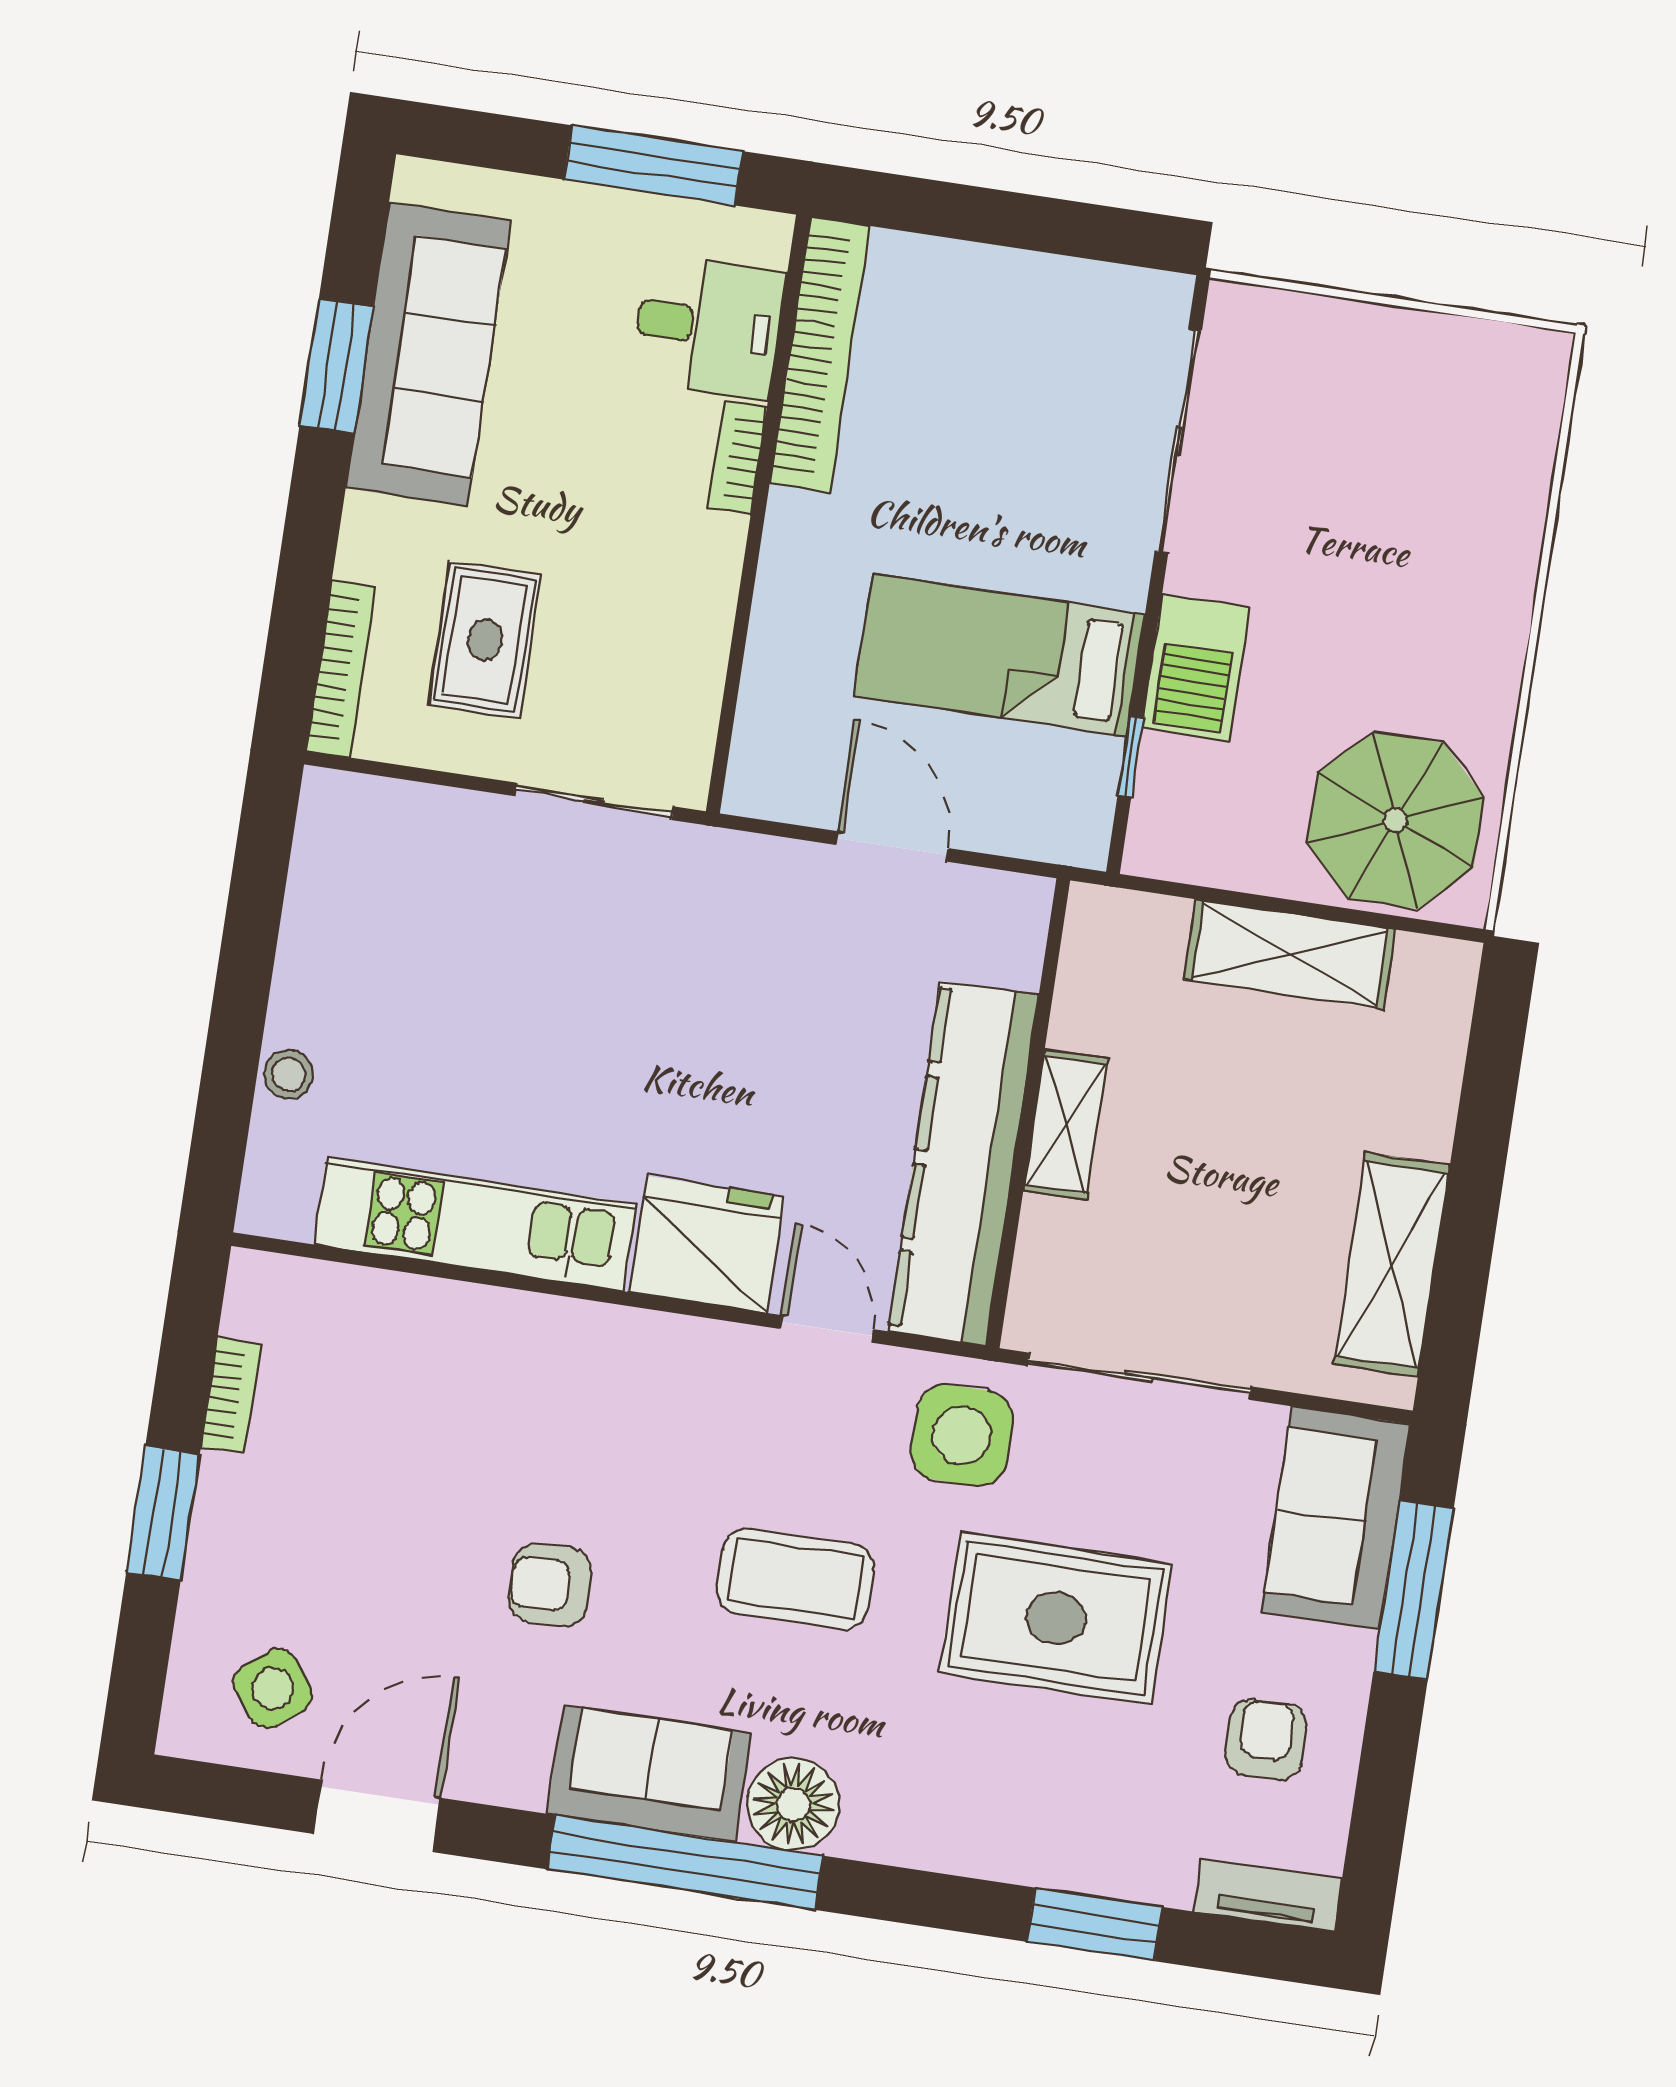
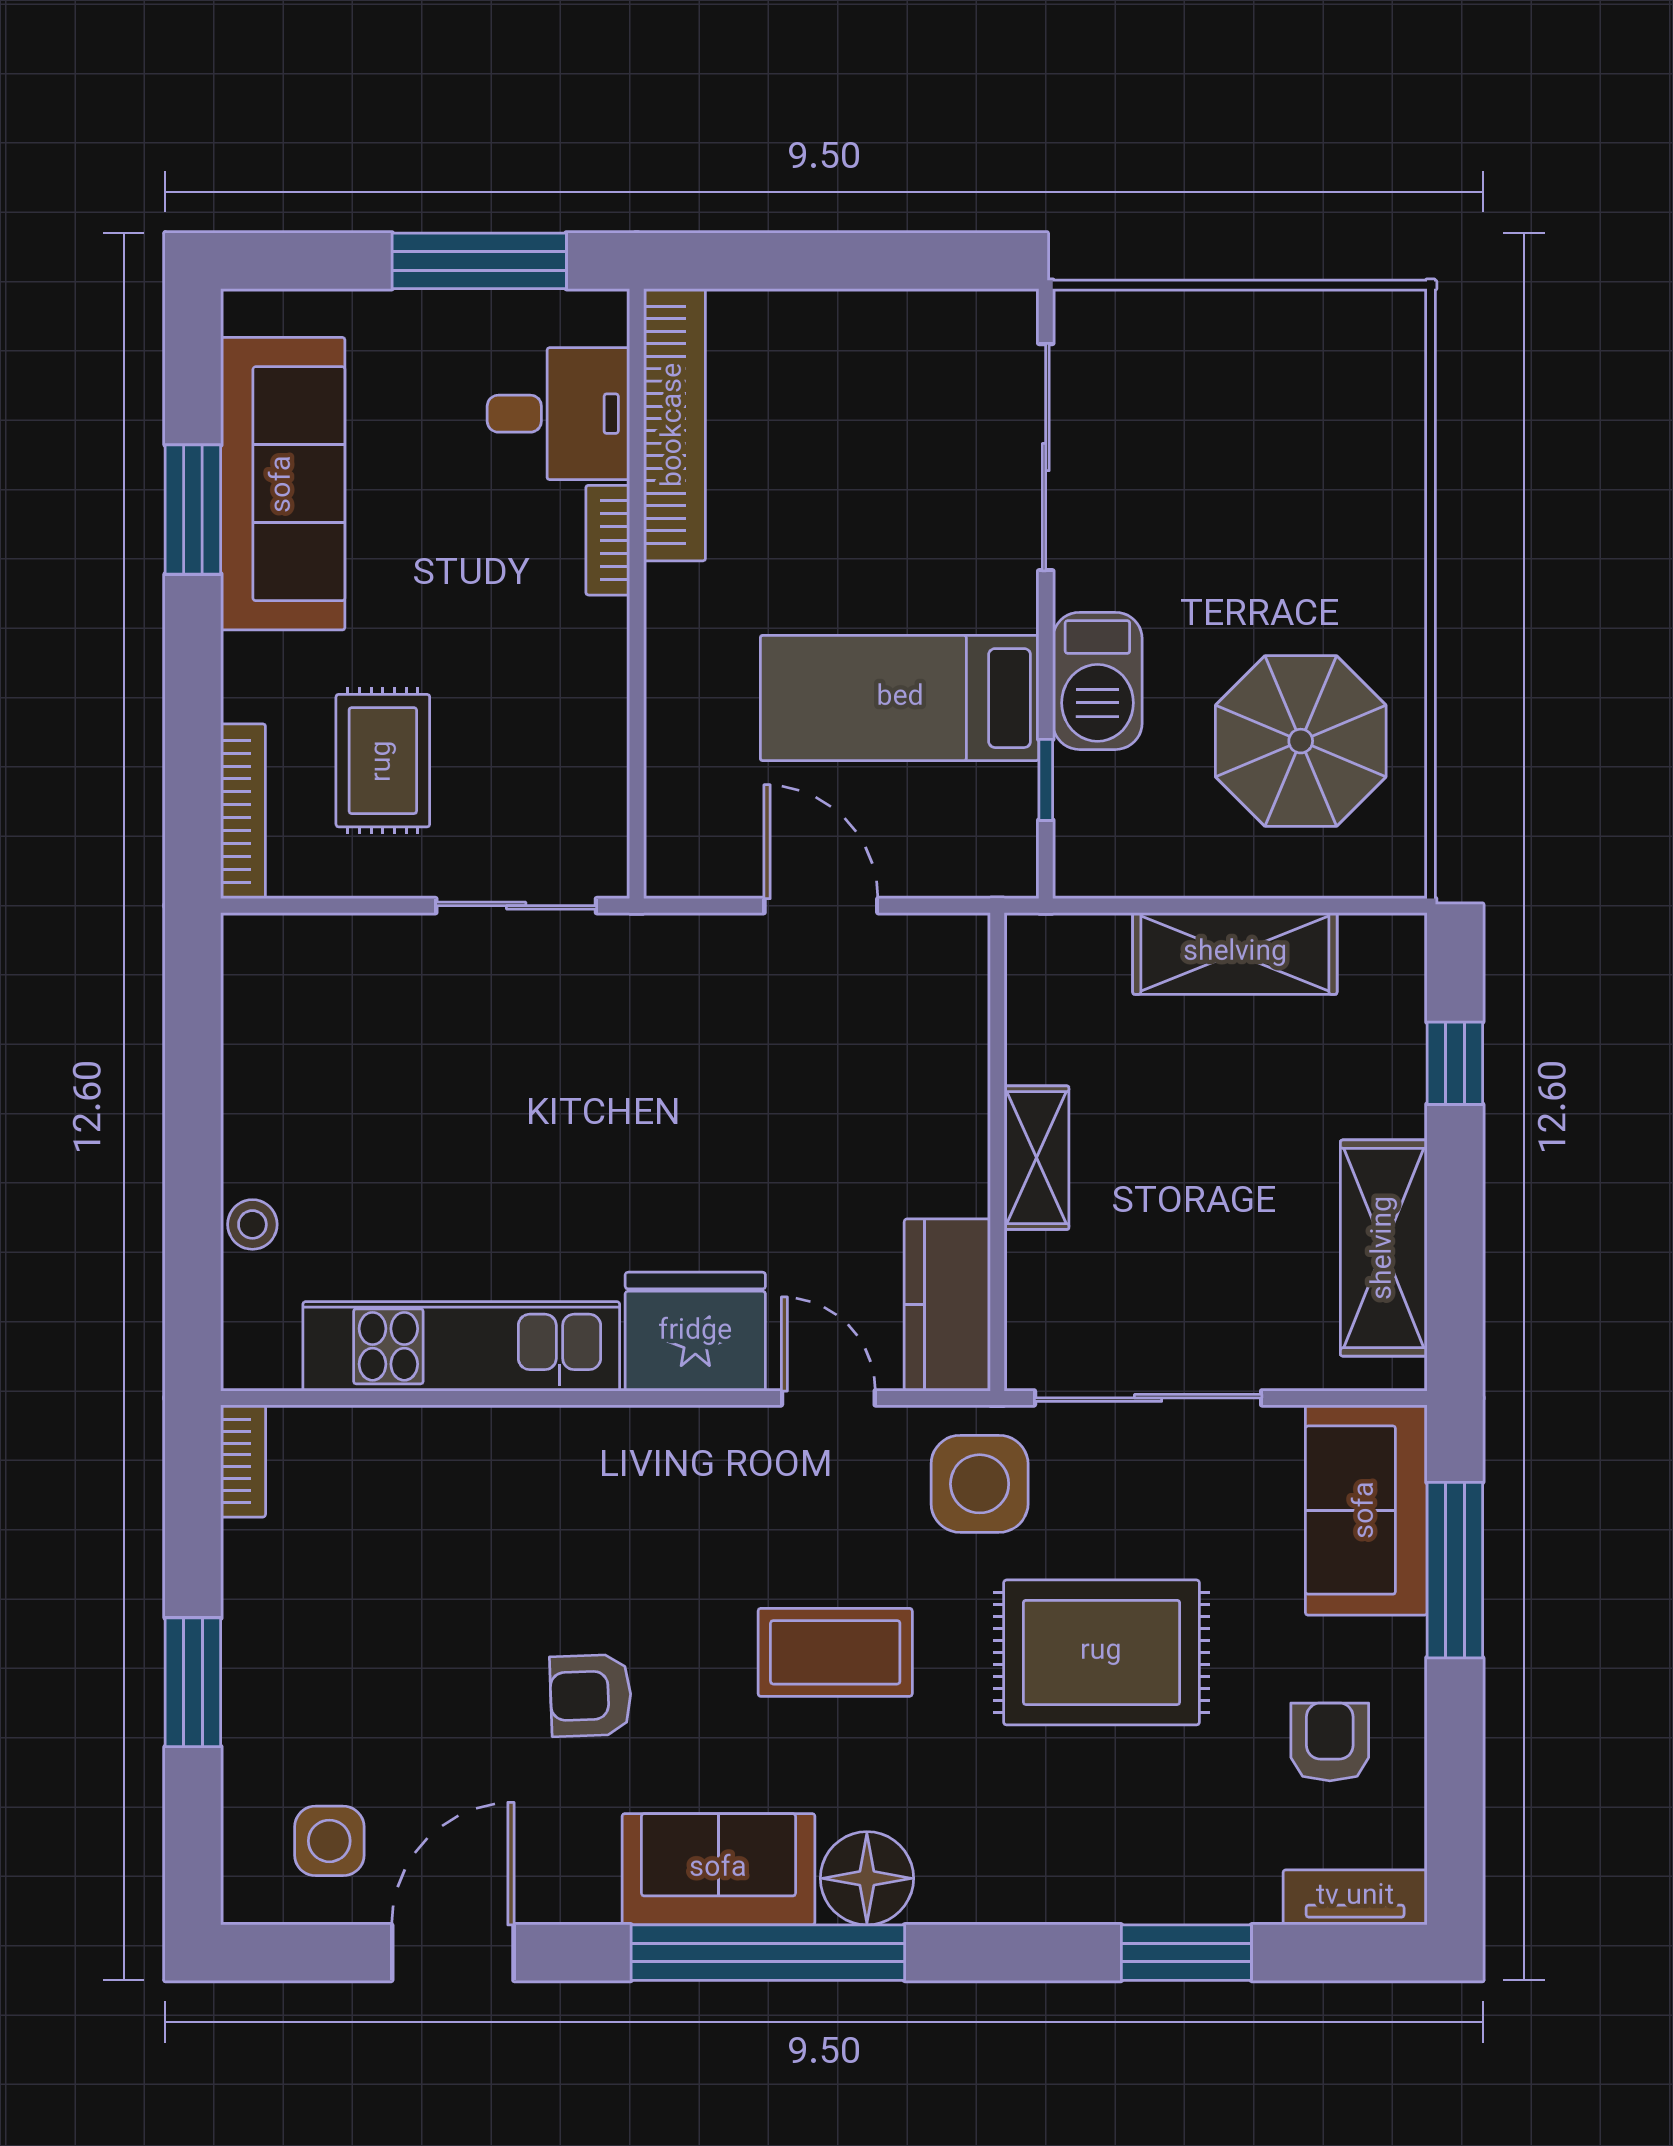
parasol: (1395, 820) -> (1301, 741), moved
window: (1489, 1094) -> (1455, 1063), added
kitchen counter: (963, 1163) -> (947, 1305), width x0.48, depth x0.86
bookcase: (231, 1395) -> (243, 1461), moved
side table: (273, 1688) -> (329, 1841), turned 38

